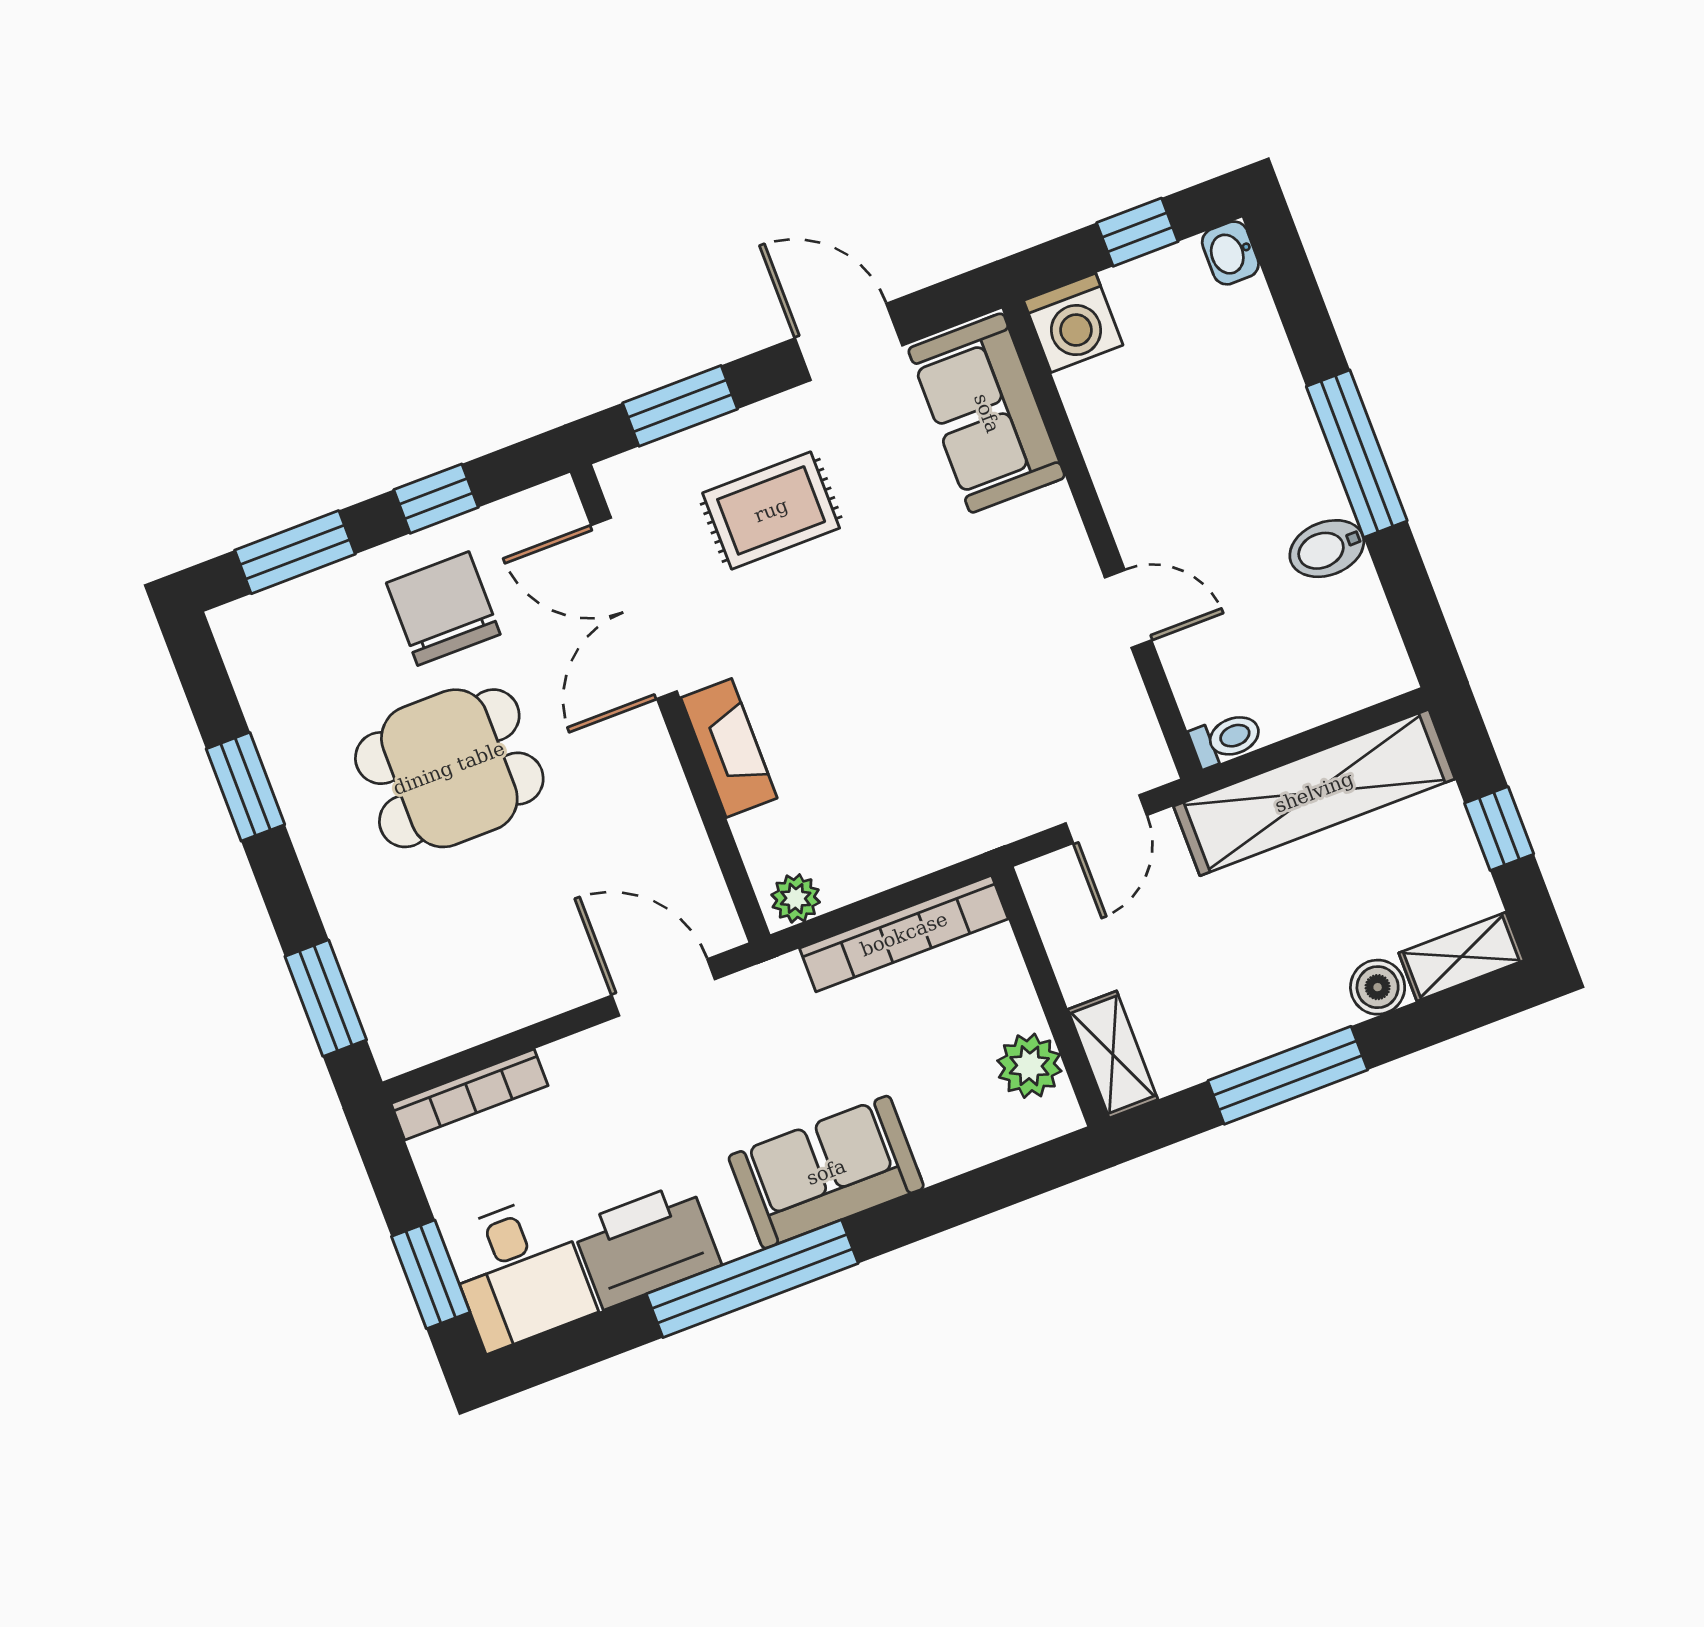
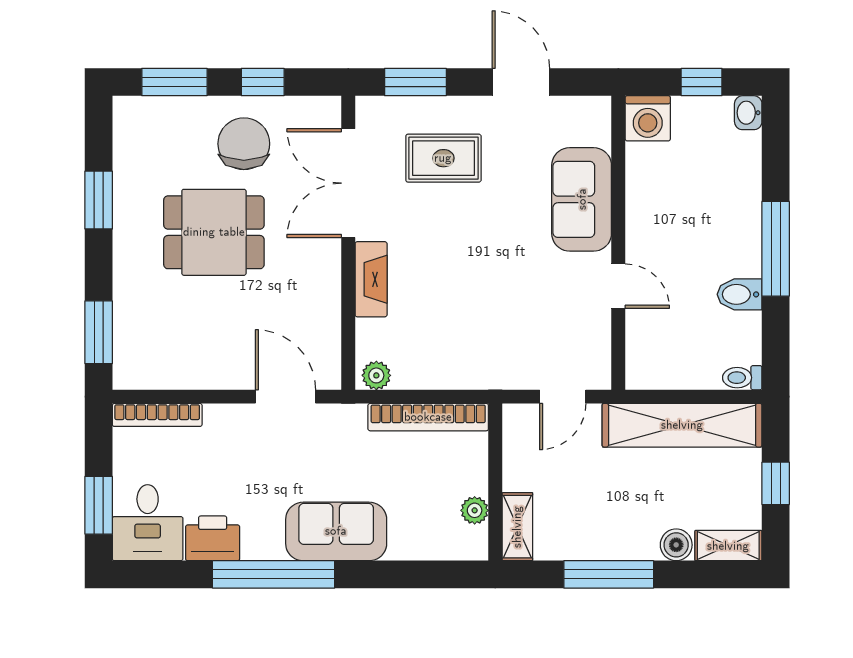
sofa: (987, 413) -> (582, 199), moved
toilet: (1226, 739) -> (742, 378), moved, turned 180
plant: (1029, 1066) -> (475, 510), width x0.73, depth x0.73
printer: (647, 1245) -> (213, 538), width x0.73, depth x0.84

